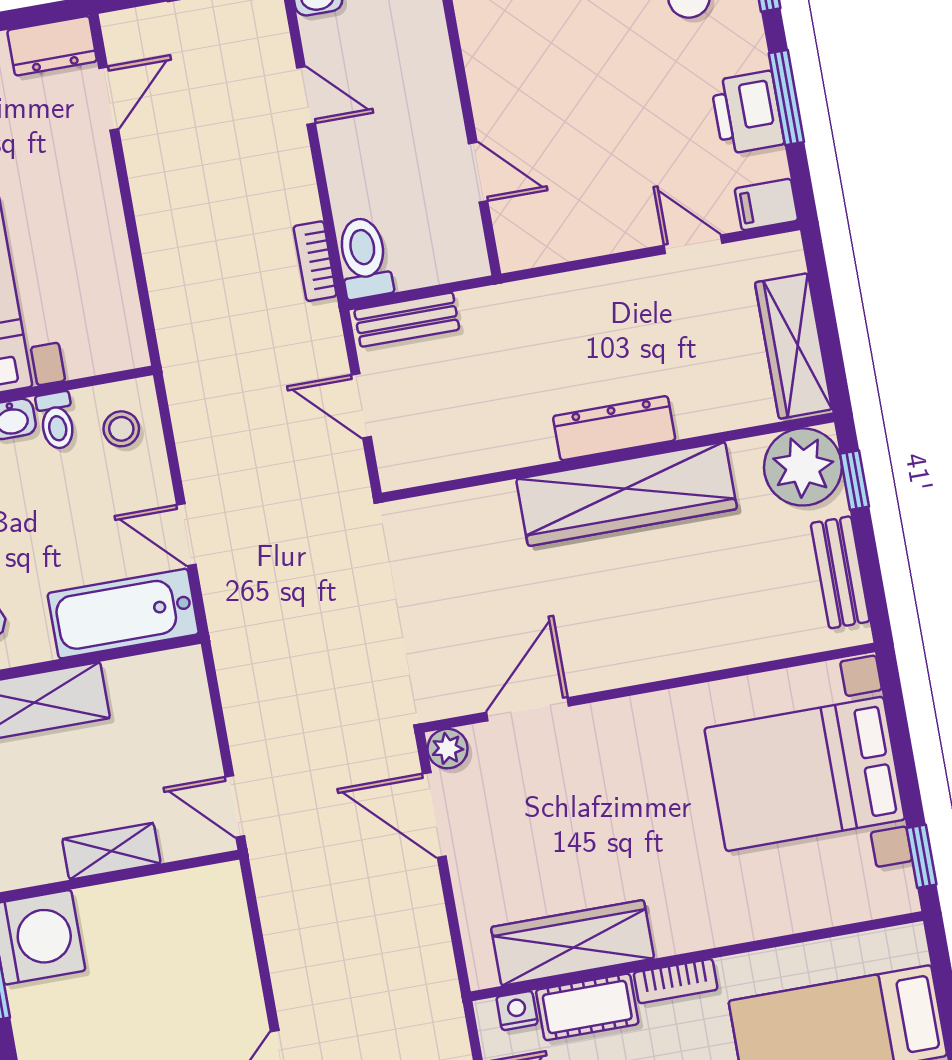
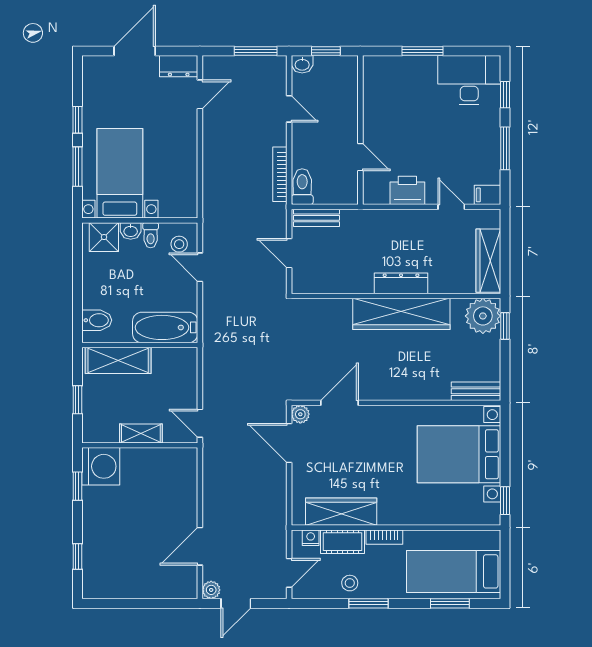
printer: (747, 113) -> (407, 190), moved, turned 90
bookcase: (315, 261) -> (280, 174), width x1.56
door: (186, 535) -> (200, 267), moved
bench: (840, 572) -> (476, 391), moved, turned 90

